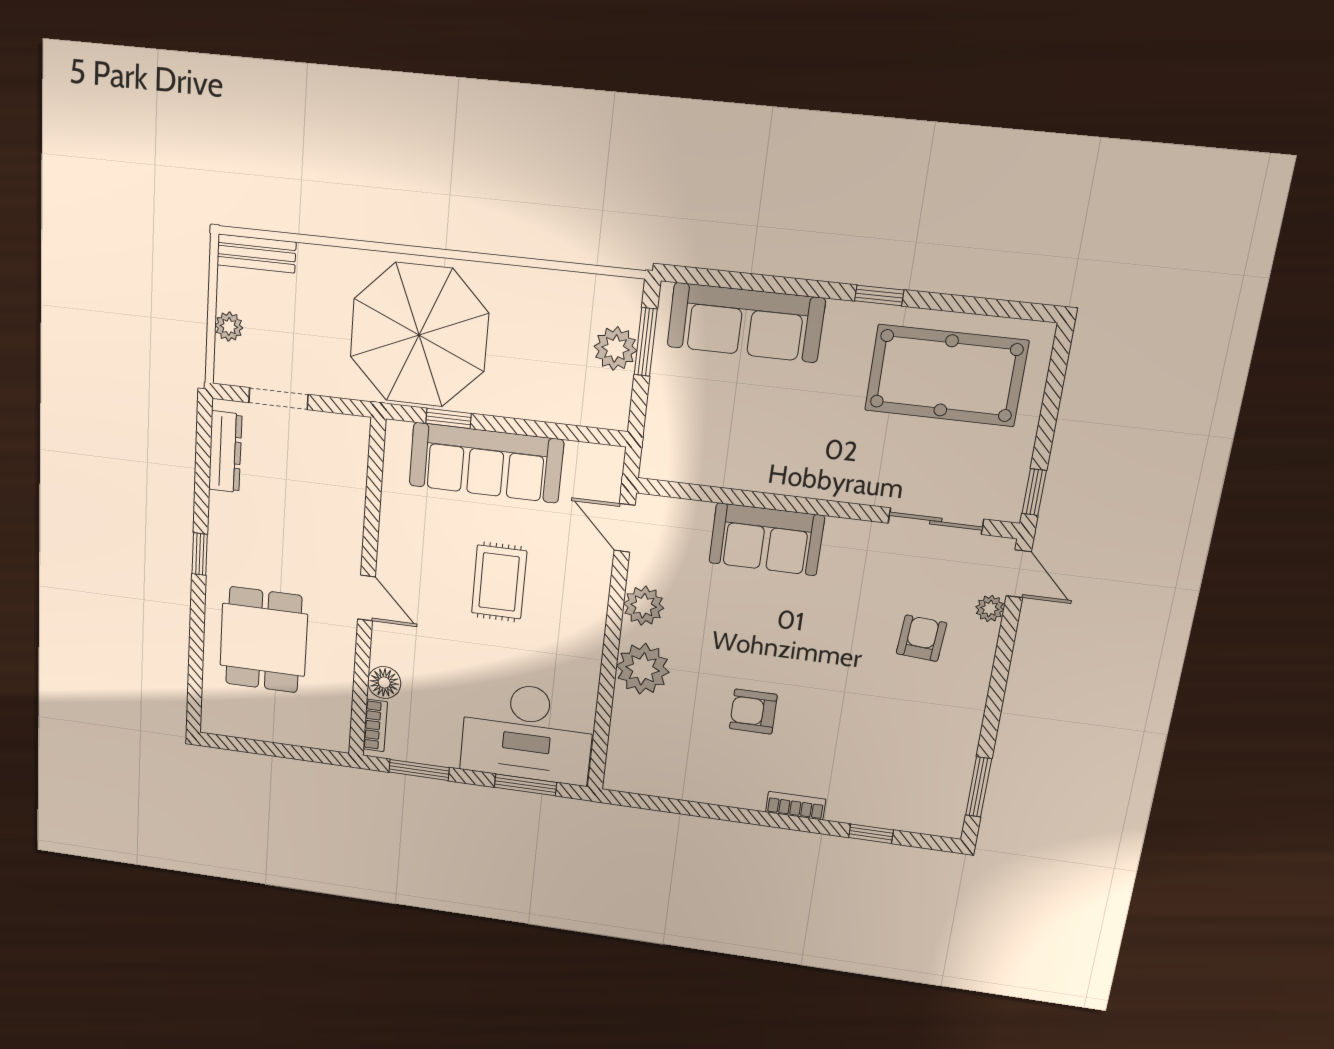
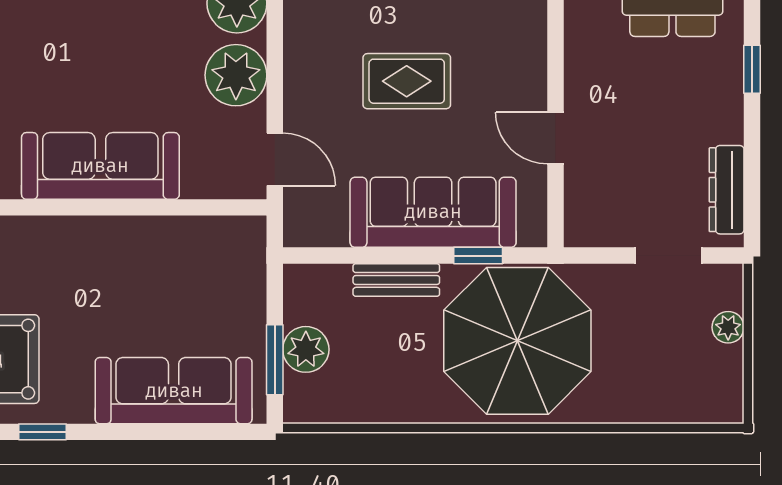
bench: (256, 254) -> (396, 280), moved
sofa: (766, 539) -> (100, 166), width x1.36
rug: (499, 582) -> (407, 81), turned 90
door: (366, 598) -> (555, 138), moved
plant: (644, 606) -> (236, 75), width x1.36, depth x1.36

